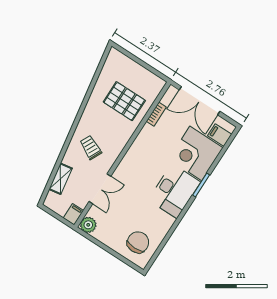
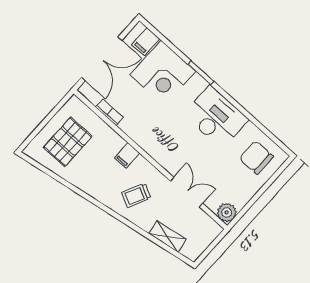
pallet: (124, 101) -> (68, 142), moved
desk: (174, 191) -> (216, 117), moved
filing cabinet: (73, 214) -> (127, 155), moved, turned -90

